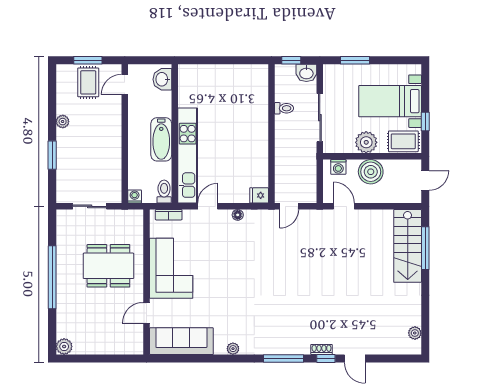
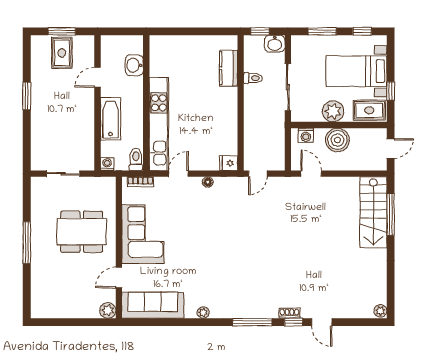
window: (396, 60) -> (362, 31), added
washbasin: (162, 79) -> (134, 65), moved
door: (125, 85) -> (97, 77), moved
kitchen counter: (259, 98) -> (229, 68), added
plant: (63, 122) -> (37, 91), removed
bathtub: (161, 139) -> (111, 119), moved, turned 180
window: (52, 155) -> (27, 96), moved
window: (52, 277) -> (27, 243), width x0.68
plant: (415, 333) -> (380, 311), moved
plant: (64, 347) -> (108, 310), moved

